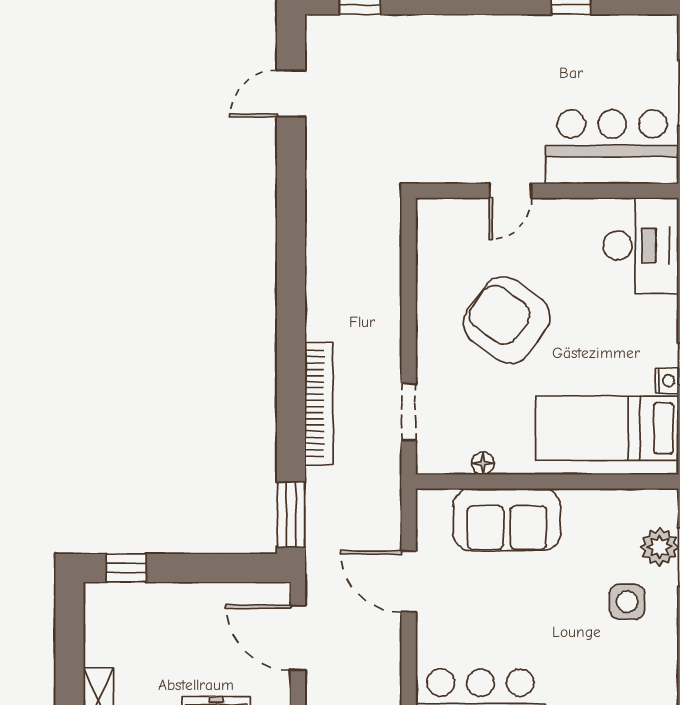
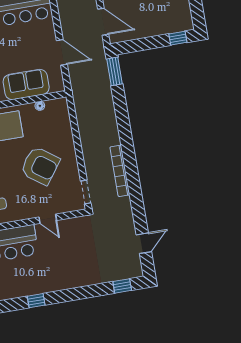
door: (510, 191) -> (48, 219), swing flipped
bookcase: (319, 403) -> (120, 171), moved
doorway: (409, 412) -> (86, 192), moved

